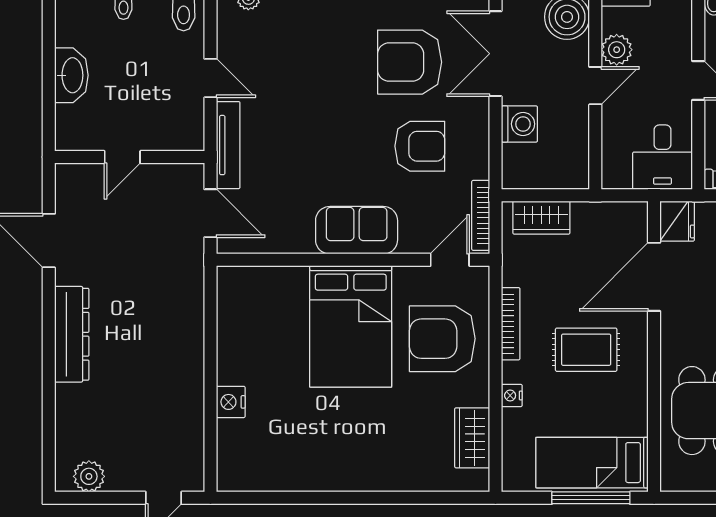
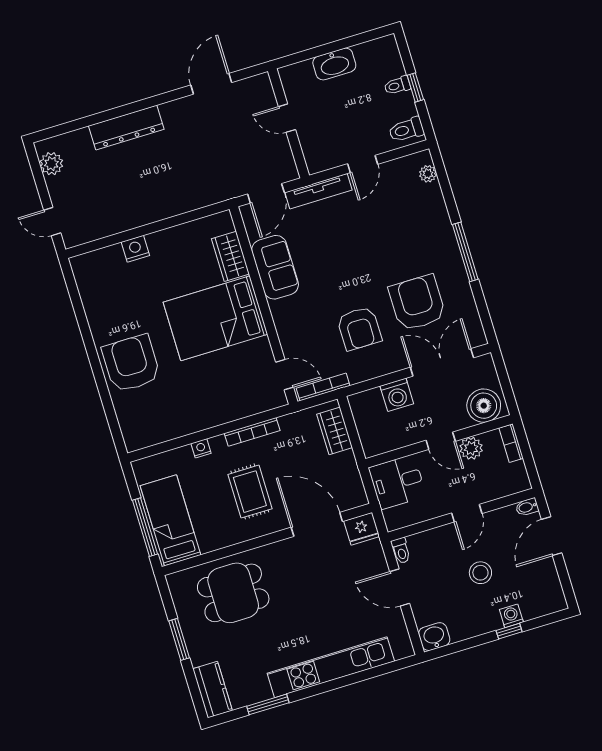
desk: (662, 157) -> (397, 482), moved
sofa: (357, 230) -> (275, 267), moved
dresser: (72, 334) -> (126, 127), moved
armchair: (442, 339) -> (131, 363), moved
wardrobe: (472, 438) -> (230, 256), moved, turned -90

